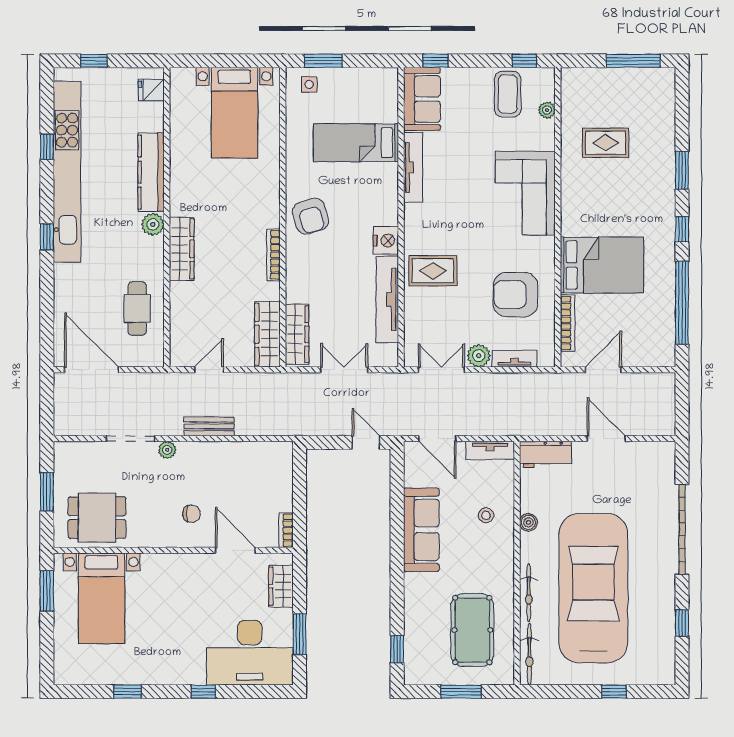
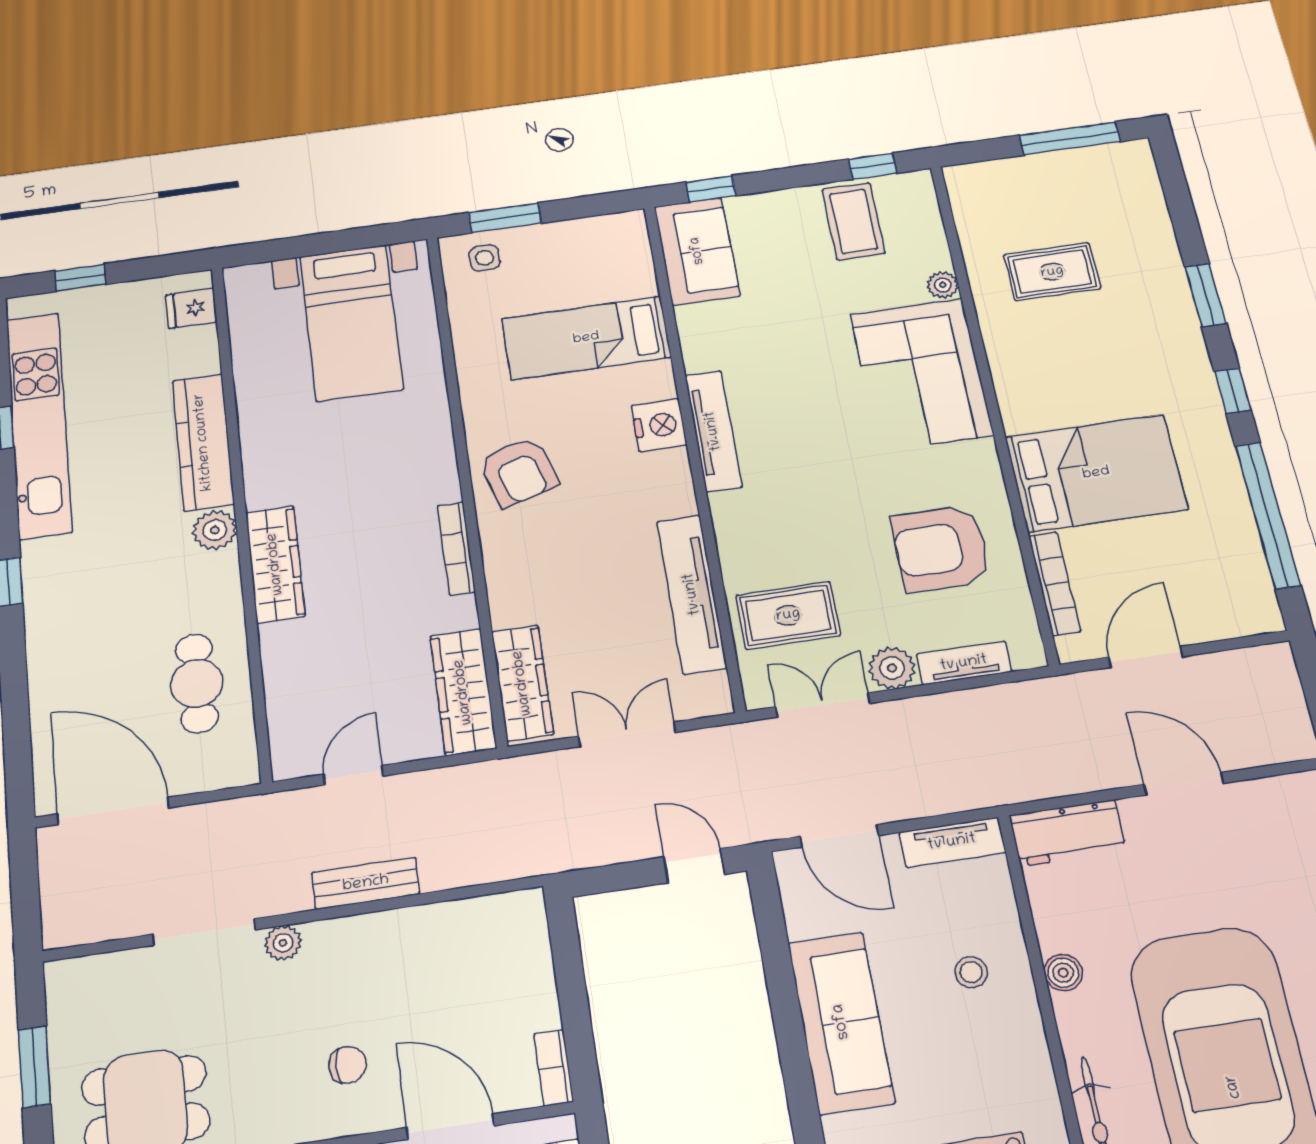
plant: (547, 110) -> (943, 285), moved
tv unit: (413, 167) -> (713, 431), moved
kitchen unit: (67, 172) -> (39, 424), width x0.73
nightstand: (386, 241) -> (659, 425), moved
rug: (433, 271) -> (788, 615), moved

